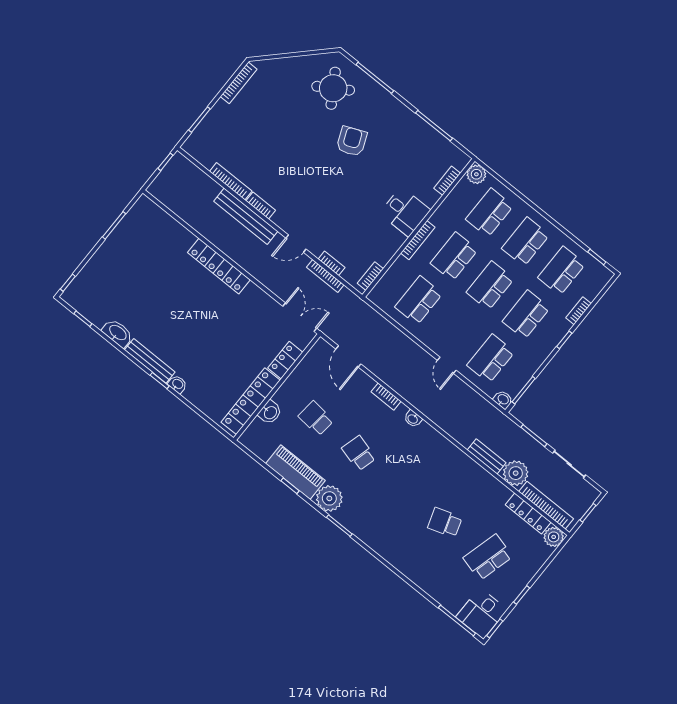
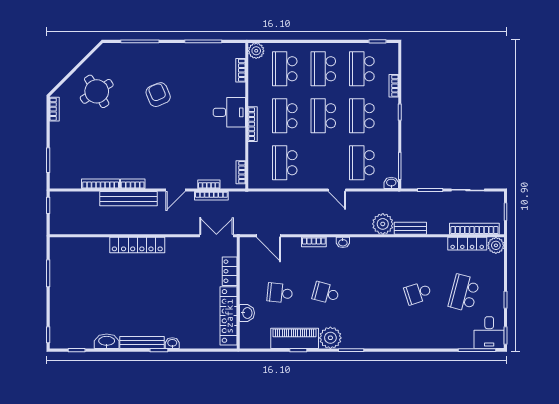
bookcase: (239, 83) -> (54, 109), width x0.64
round table: (333, 88) -> (97, 91), moved
plant: (516, 473) -> (383, 224), moved

